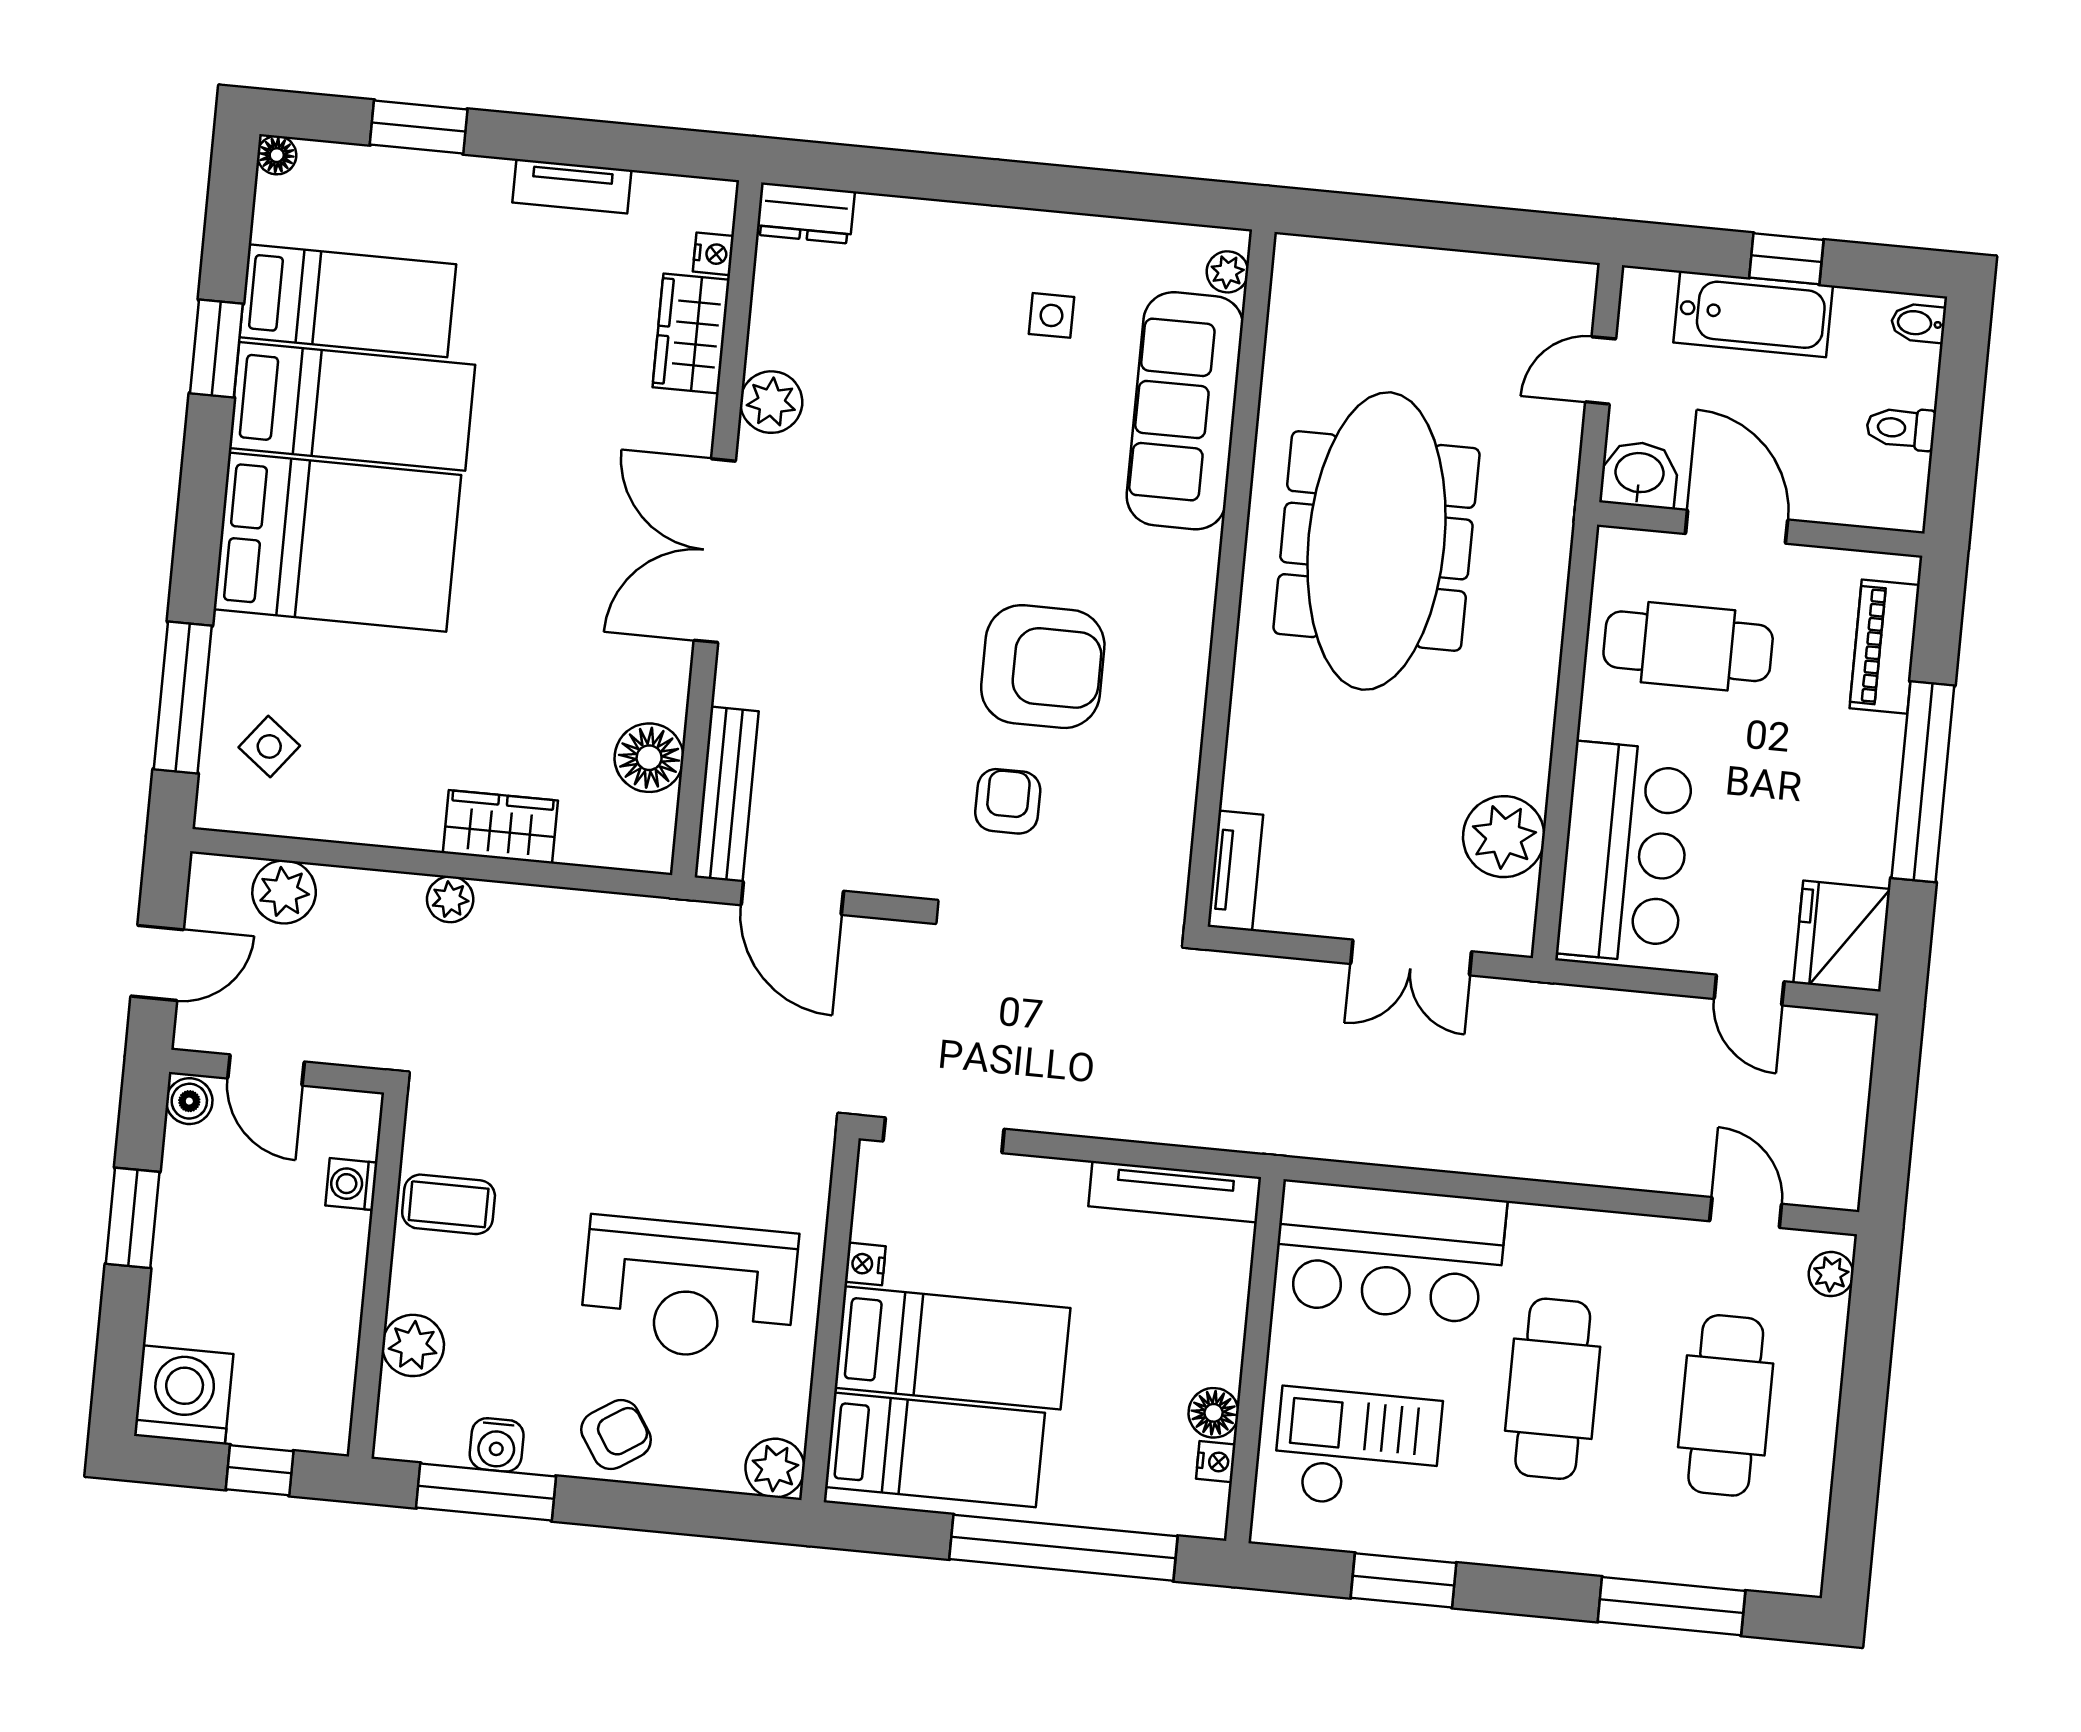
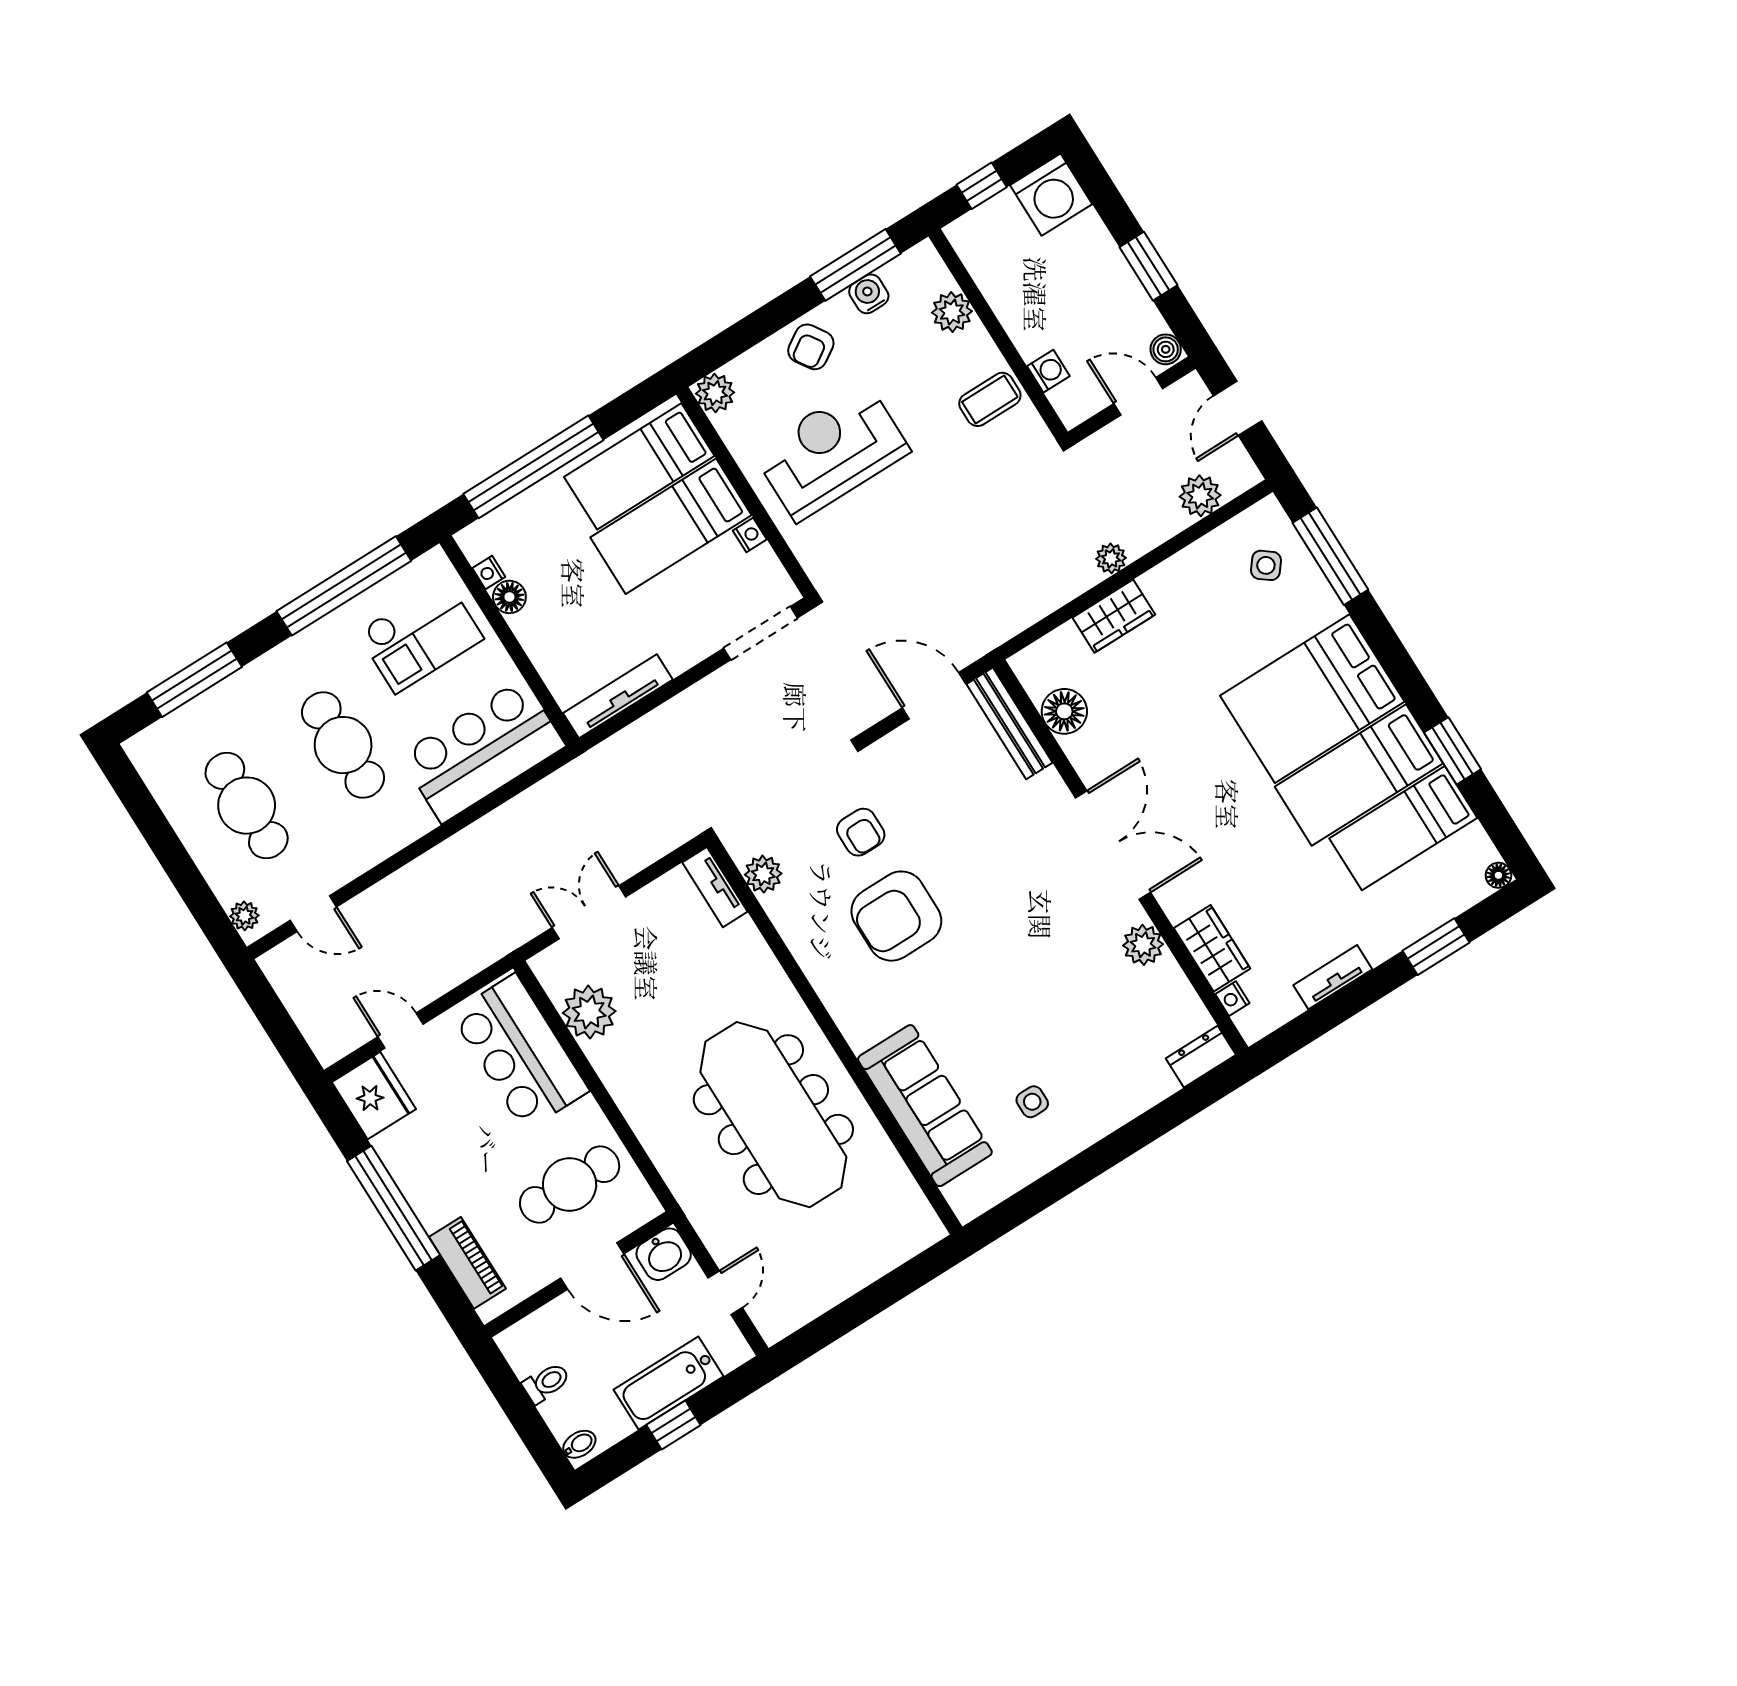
plant: (1227, 272) -> (763, 874), moved, width x1.38, depth x1.38
window: (1404, 1580) -> (344, 586), width x2.11

